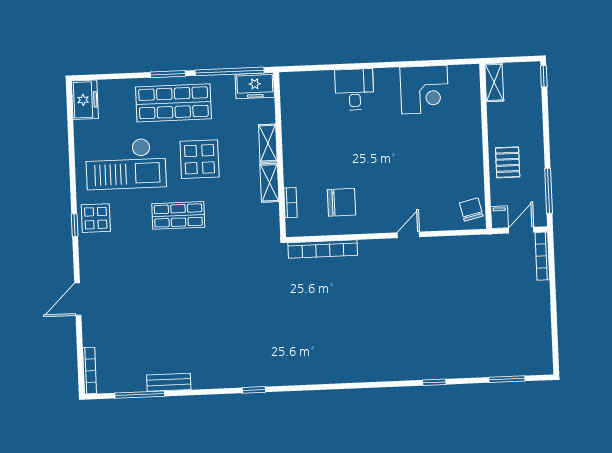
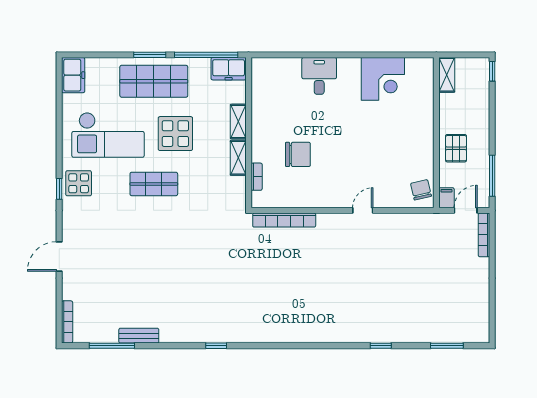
chair: (342, 202) -> (298, 154), moved

